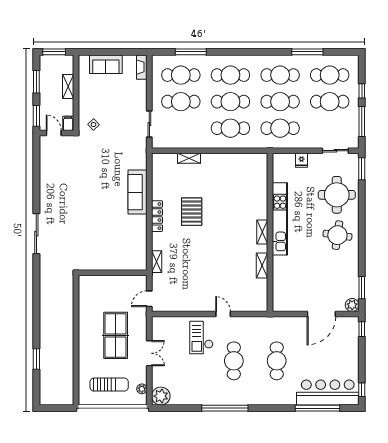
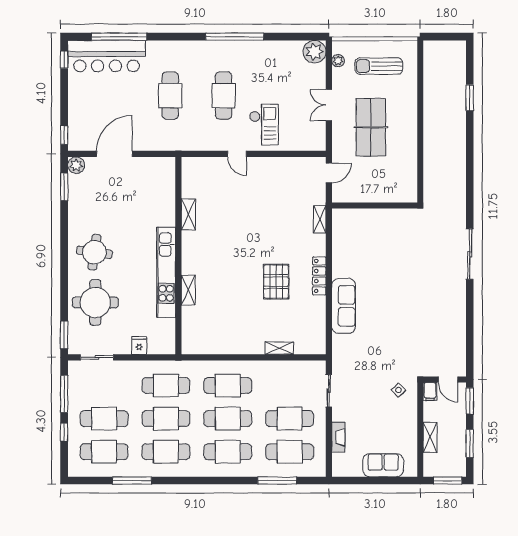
fireplace: (142, 67) -> (338, 437), moved
shelving: (262, 232) -> (188, 290), moved

